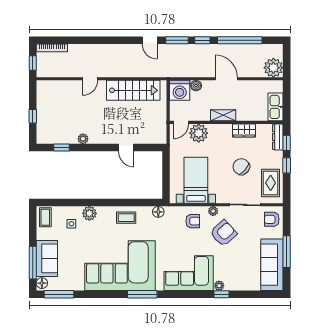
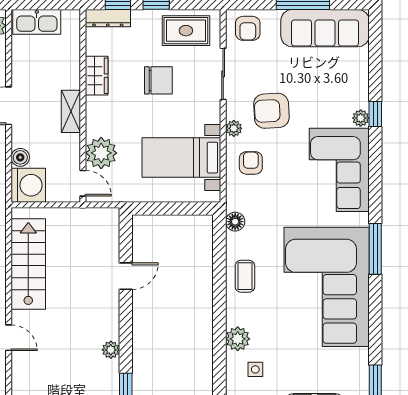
kitchen sink: (276, 107) -> (37, 22), moved
chair: (241, 167) -> (158, 80), turned -132
armchair: (223, 233) -> (271, 111), turned -51

